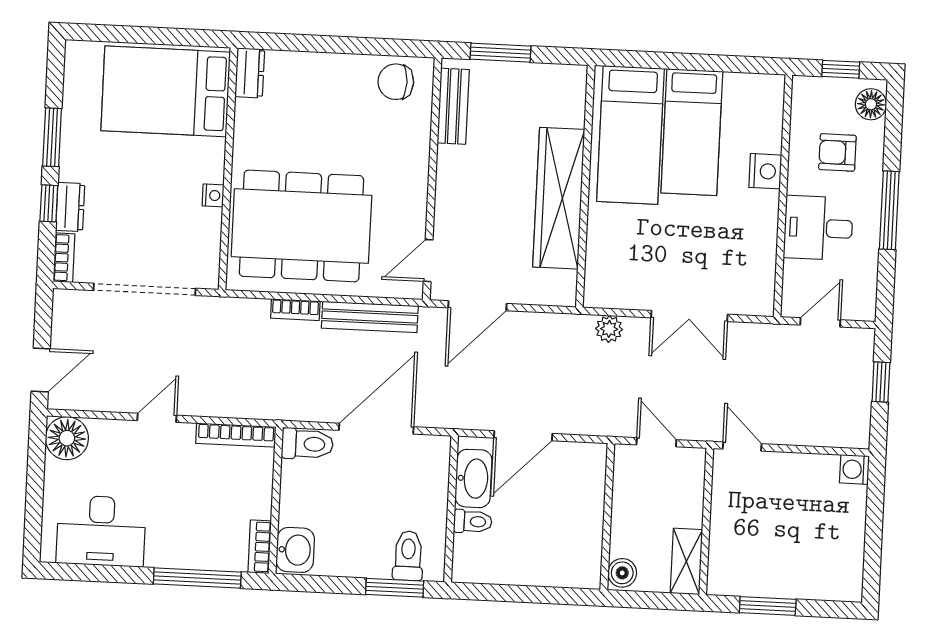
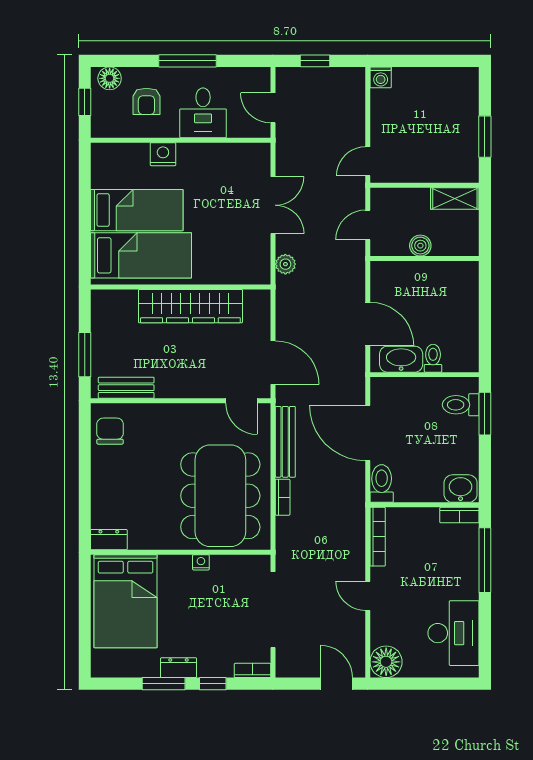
chair: (396, 82) -> (110, 431), turned 180
dresser: (70, 207) -> (179, 668), moved
boiler: (622, 573) -> (420, 246), moved

